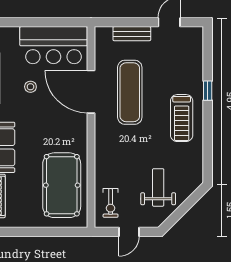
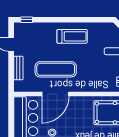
window: (208, 91) -> (27, 20), moved

